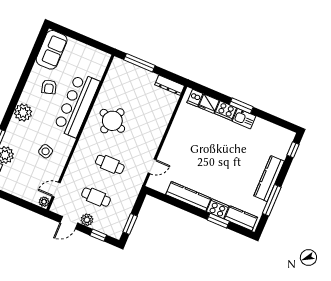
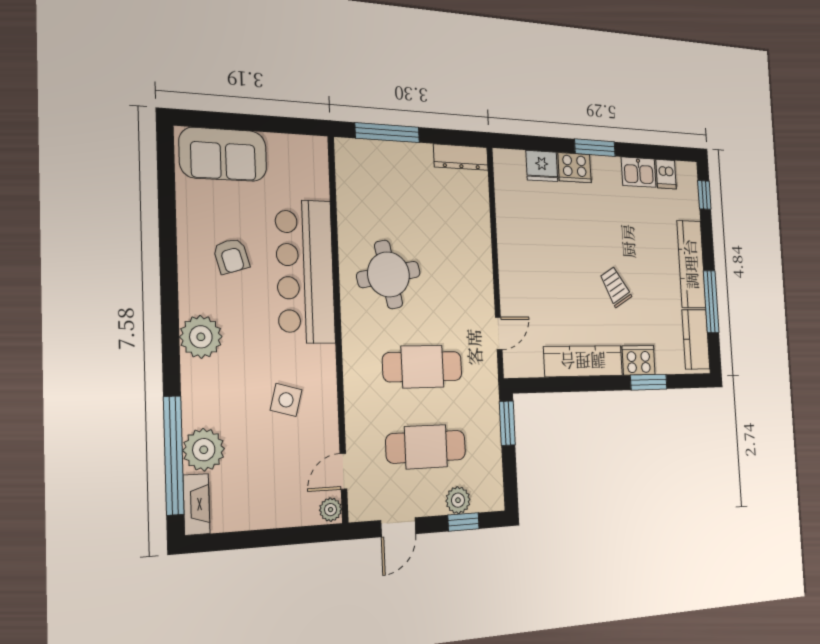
sofa: (52, 50) -> (223, 154), moved, turned 90
dishwasher: (195, 98) -> (666, 174), moved
kitchen sink: (244, 119) -> (639, 172), moved
round table: (112, 121) -> (389, 274), turned -31
cafe table: (110, 164) -> (422, 367), width x1.37, depth x1.35
trolley: (221, 171) -> (615, 287), added
cafe table: (96, 197) -> (426, 447), width x1.37, depth x1.35
kitchen counter: (241, 218) -> (696, 339), moved, turned -90
plant: (87, 220) -> (458, 500), moved
window: (130, 224) -> (507, 423), moved

